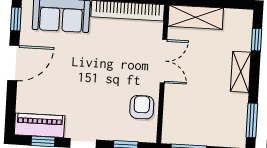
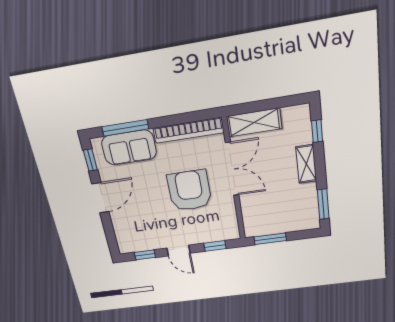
double door: (163, 61) -> (232, 169), width x1.37
armchair: (142, 107) -> (190, 191), moved, width x1.88, depth x1.88
piano: (40, 125) -> (138, 243), removed

